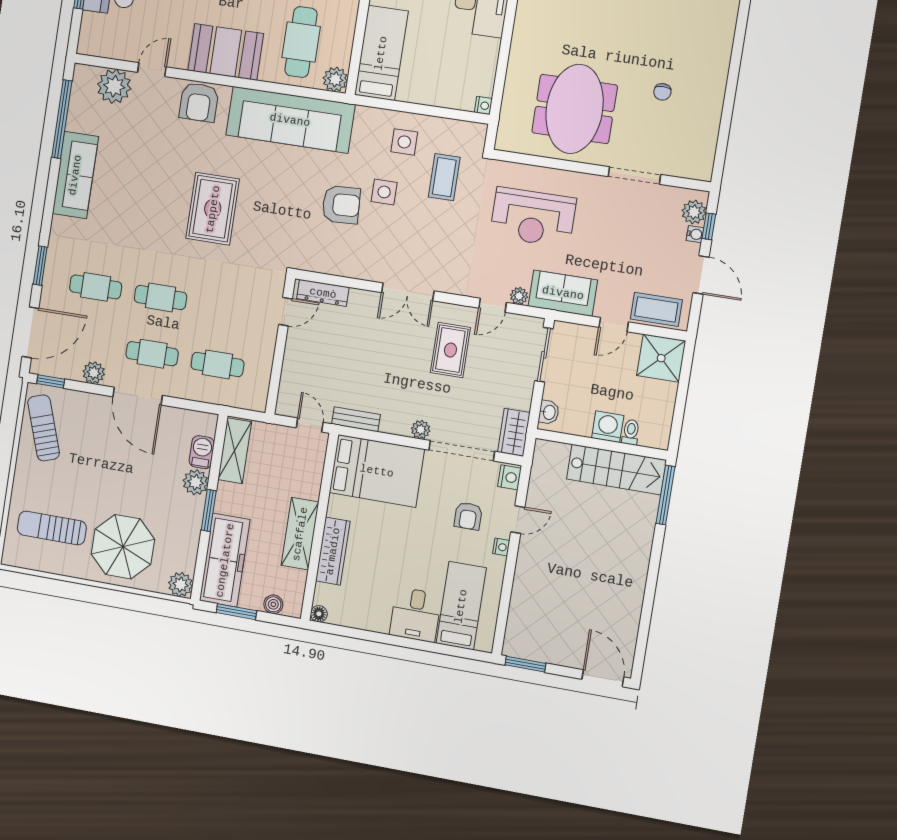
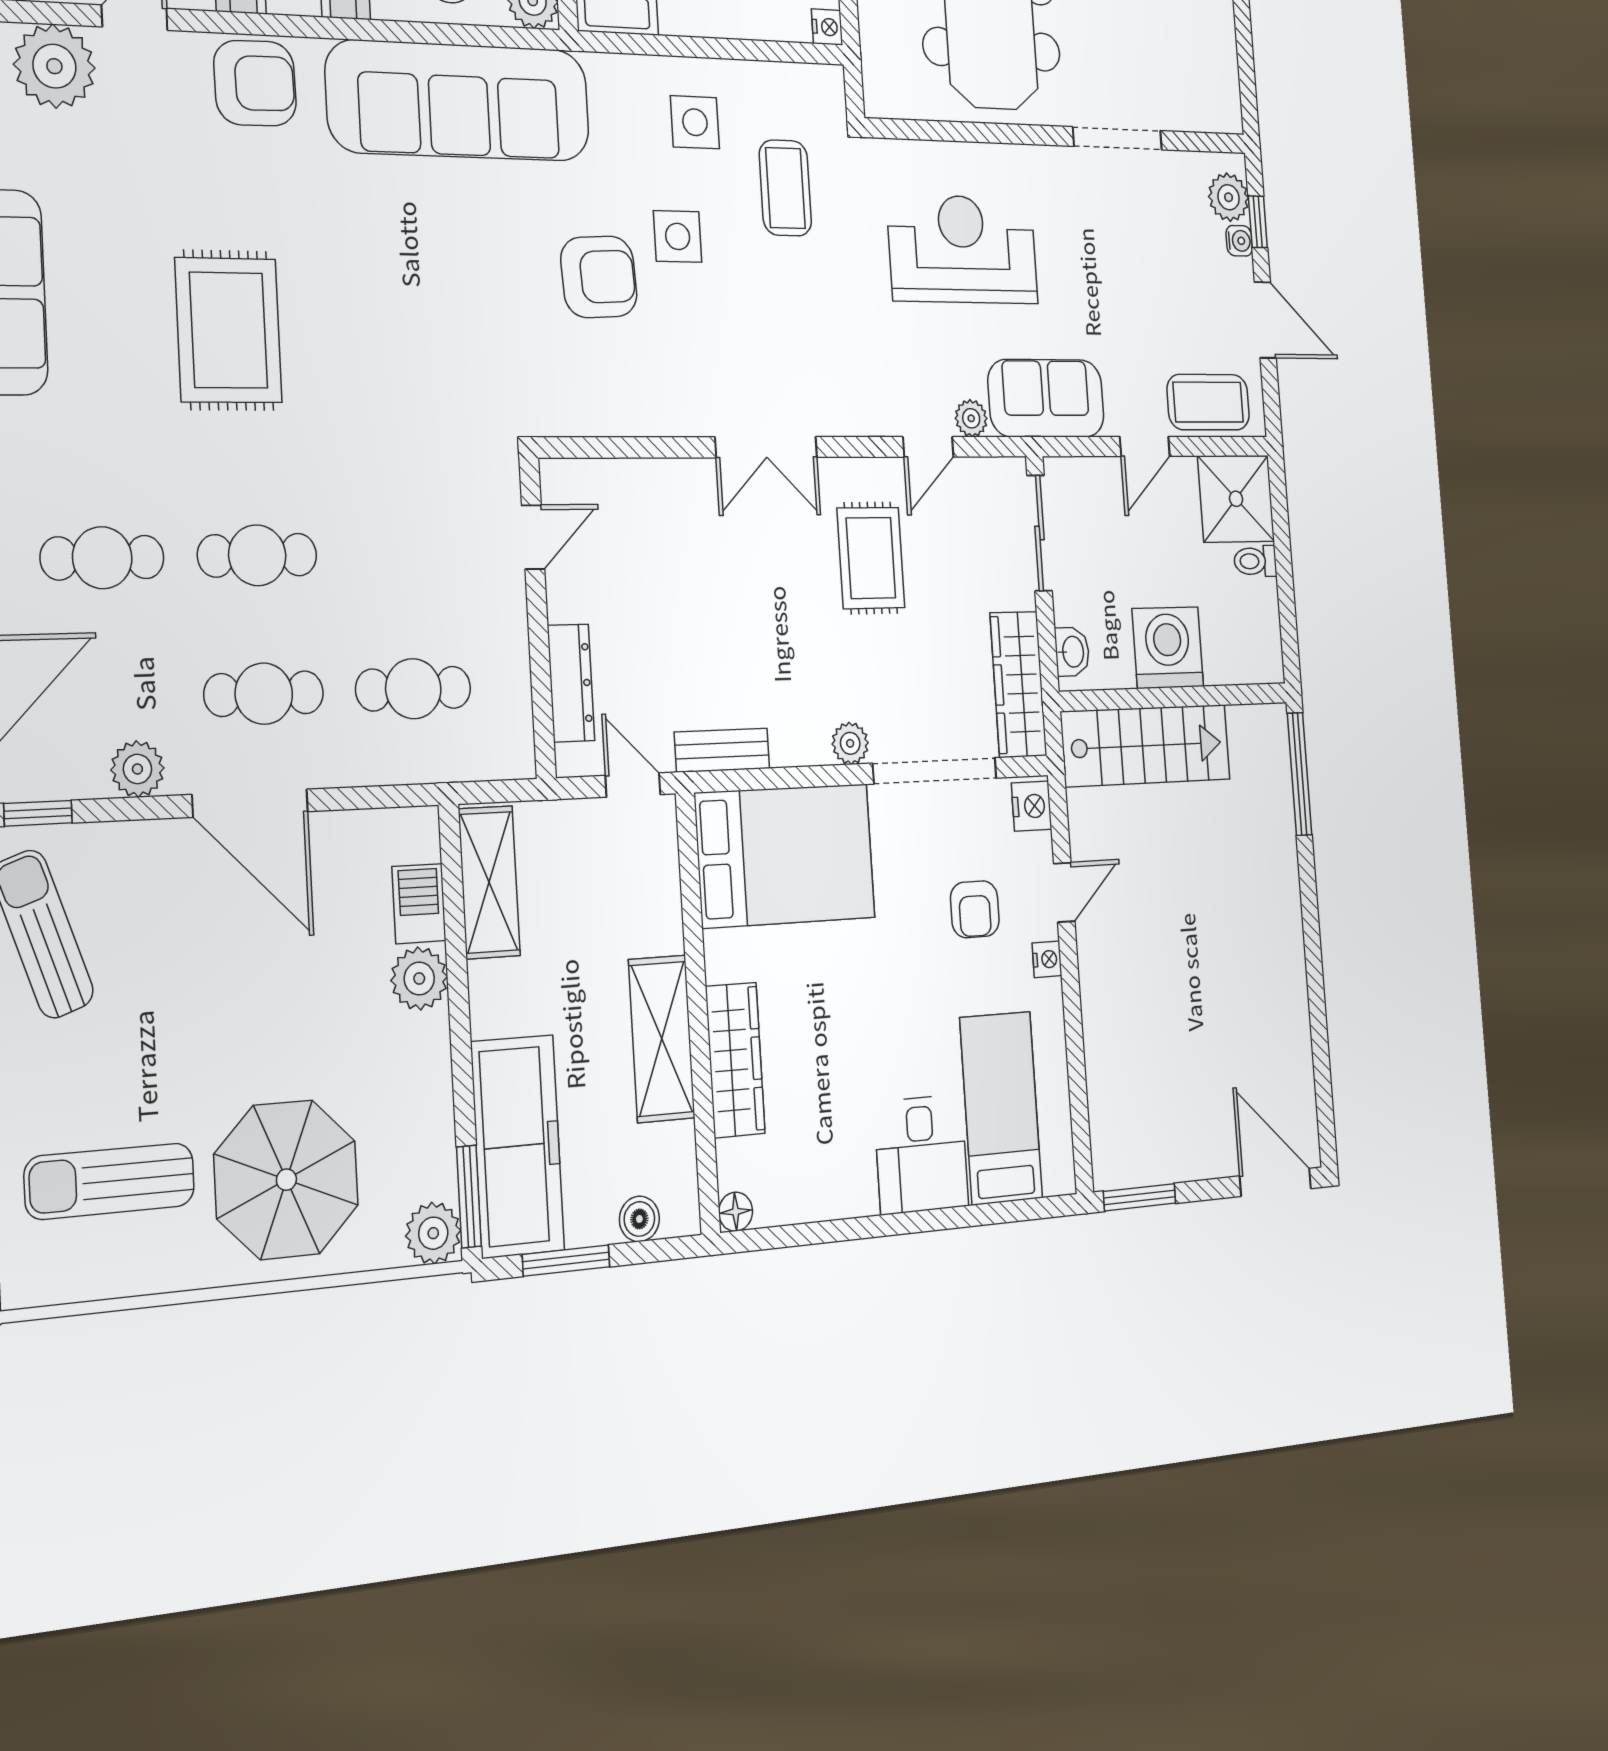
armchair: (199, 102) -> (255, 83), turned -91
rug: (213, 209) -> (229, 330), moved
reception desk: (533, 217) -> (962, 249), turned 180
dresser: (323, 293) -> (571, 683), moved, turned -90
washing machine: (608, 427) -> (1168, 648), width x1.37, depth x1.37
wardrobe: (514, 432) -> (1018, 684), width x1.50
toilet: (631, 432) -> (1255, 561), moved, turned -90
stairs: (616, 470) -> (1146, 746), moved
window: (209, 510) -> (469, 1197), moved

